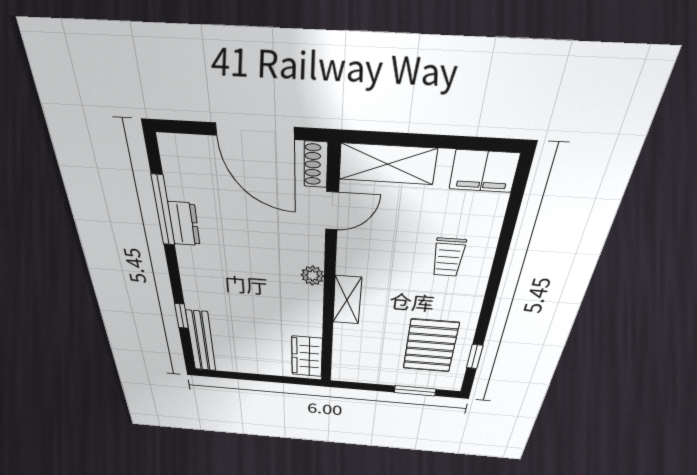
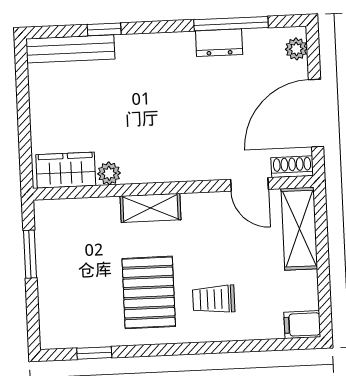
plant: (183, 146) -> (296, 49), added
filing cabinet: (484, 171) -> (302, 325), width x0.50
plant: (312, 276) -> (109, 173), moved
pallet: (431, 346) -> (149, 292), moved, turned 90
window: (415, 391) -> (30, 254), moved

